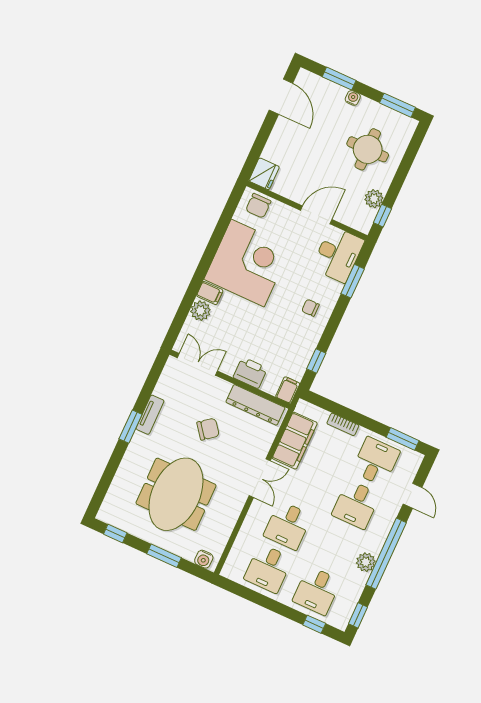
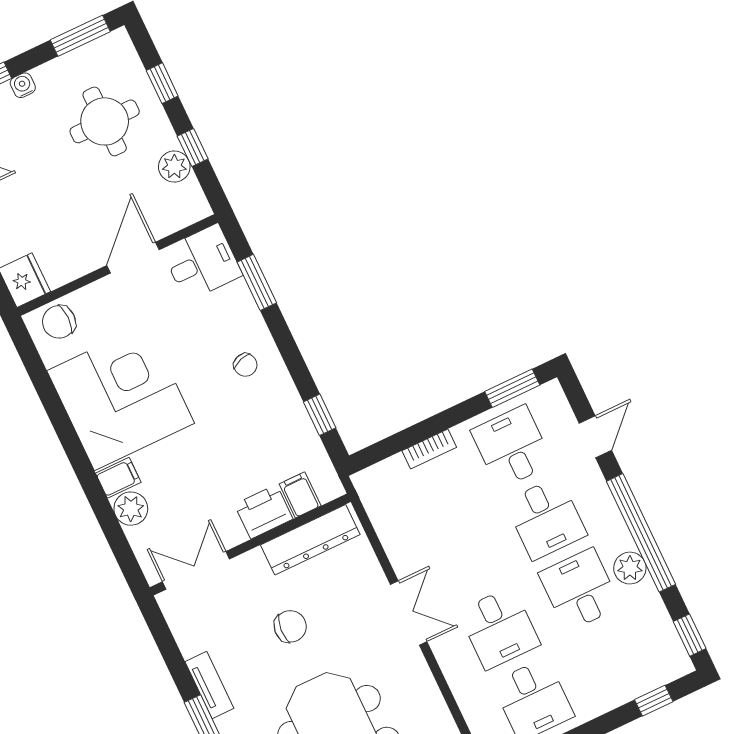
window: (407, 161) -> (162, 83), added
chair: (258, 206) -> (59, 322), turned 90
window: (382, 216) -> (193, 148), moved
desk: (338, 254) -> (202, 262), width x0.73
chair: (310, 308) -> (245, 365), turned -108
filing cabinet: (288, 390) -> (300, 495), moved
chair: (208, 429) -> (290, 626), turned 42
filing cabinet: (295, 441) -> (398, 528), removed
door: (413, 496) -> (595, 437), hinge flipped
desk: (317, 591) -> (580, 590), moved, turned 180

